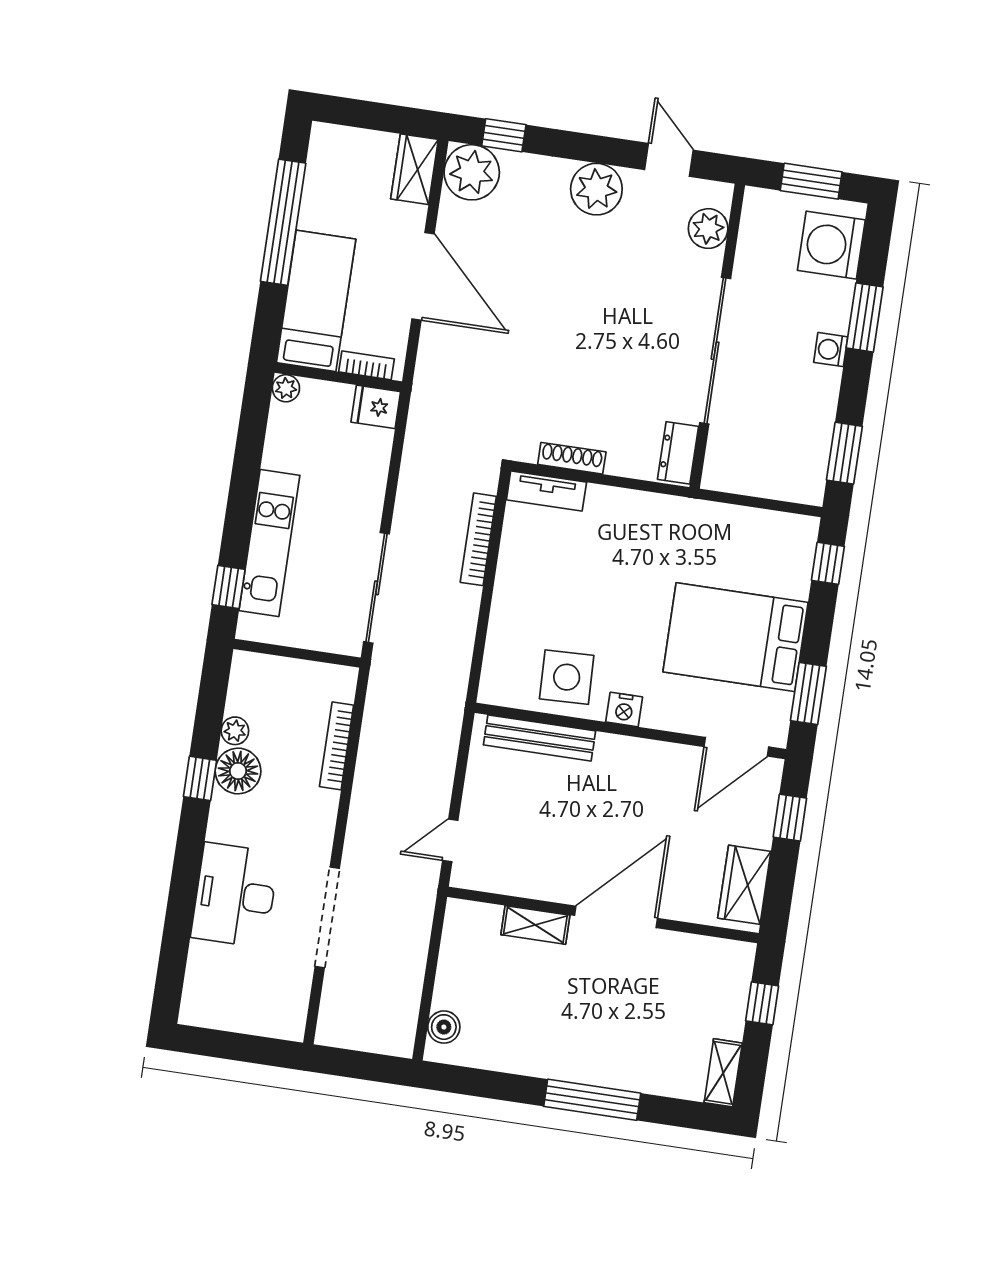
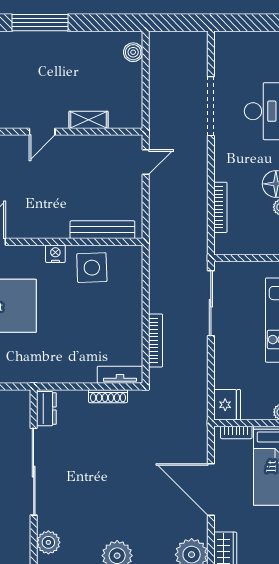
fridge: (376, 407) -> (227, 405), width x1.38
door: (616, 917) -> (42, 132), width x0.53

